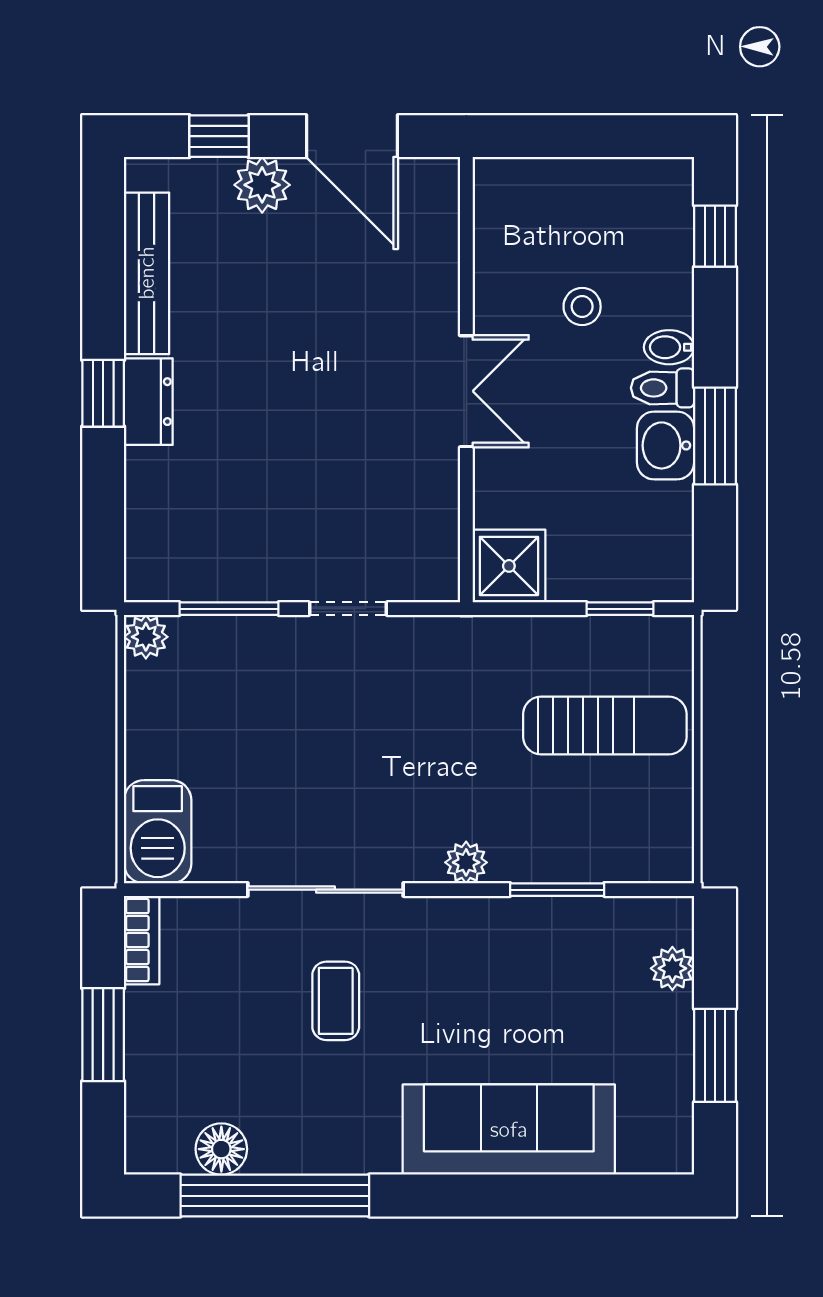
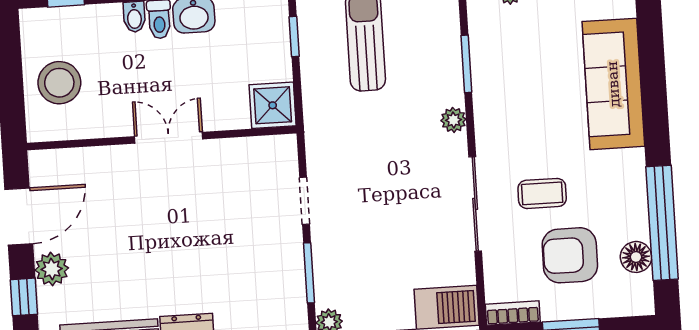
stool: (582, 307) -> (59, 83), moved, width x1.89, depth x1.89
armchair: (231, 1040) -> (570, 255), added

